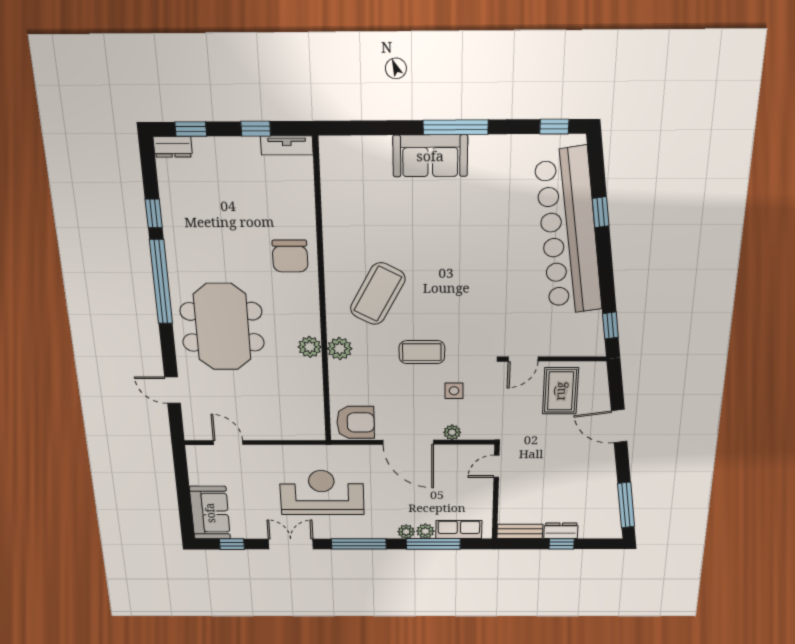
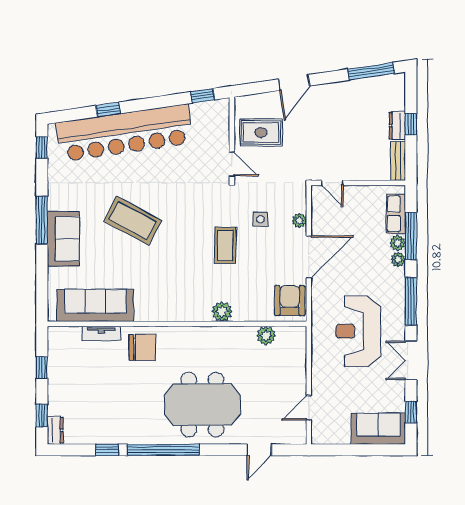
tv unit: (287, 145) -> (101, 333), moved, turned 90
sofa: (342, 198) -> (95, 305), added
coffee table: (378, 294) -> (133, 221), moved
plant: (310, 347) -> (266, 336), moved

